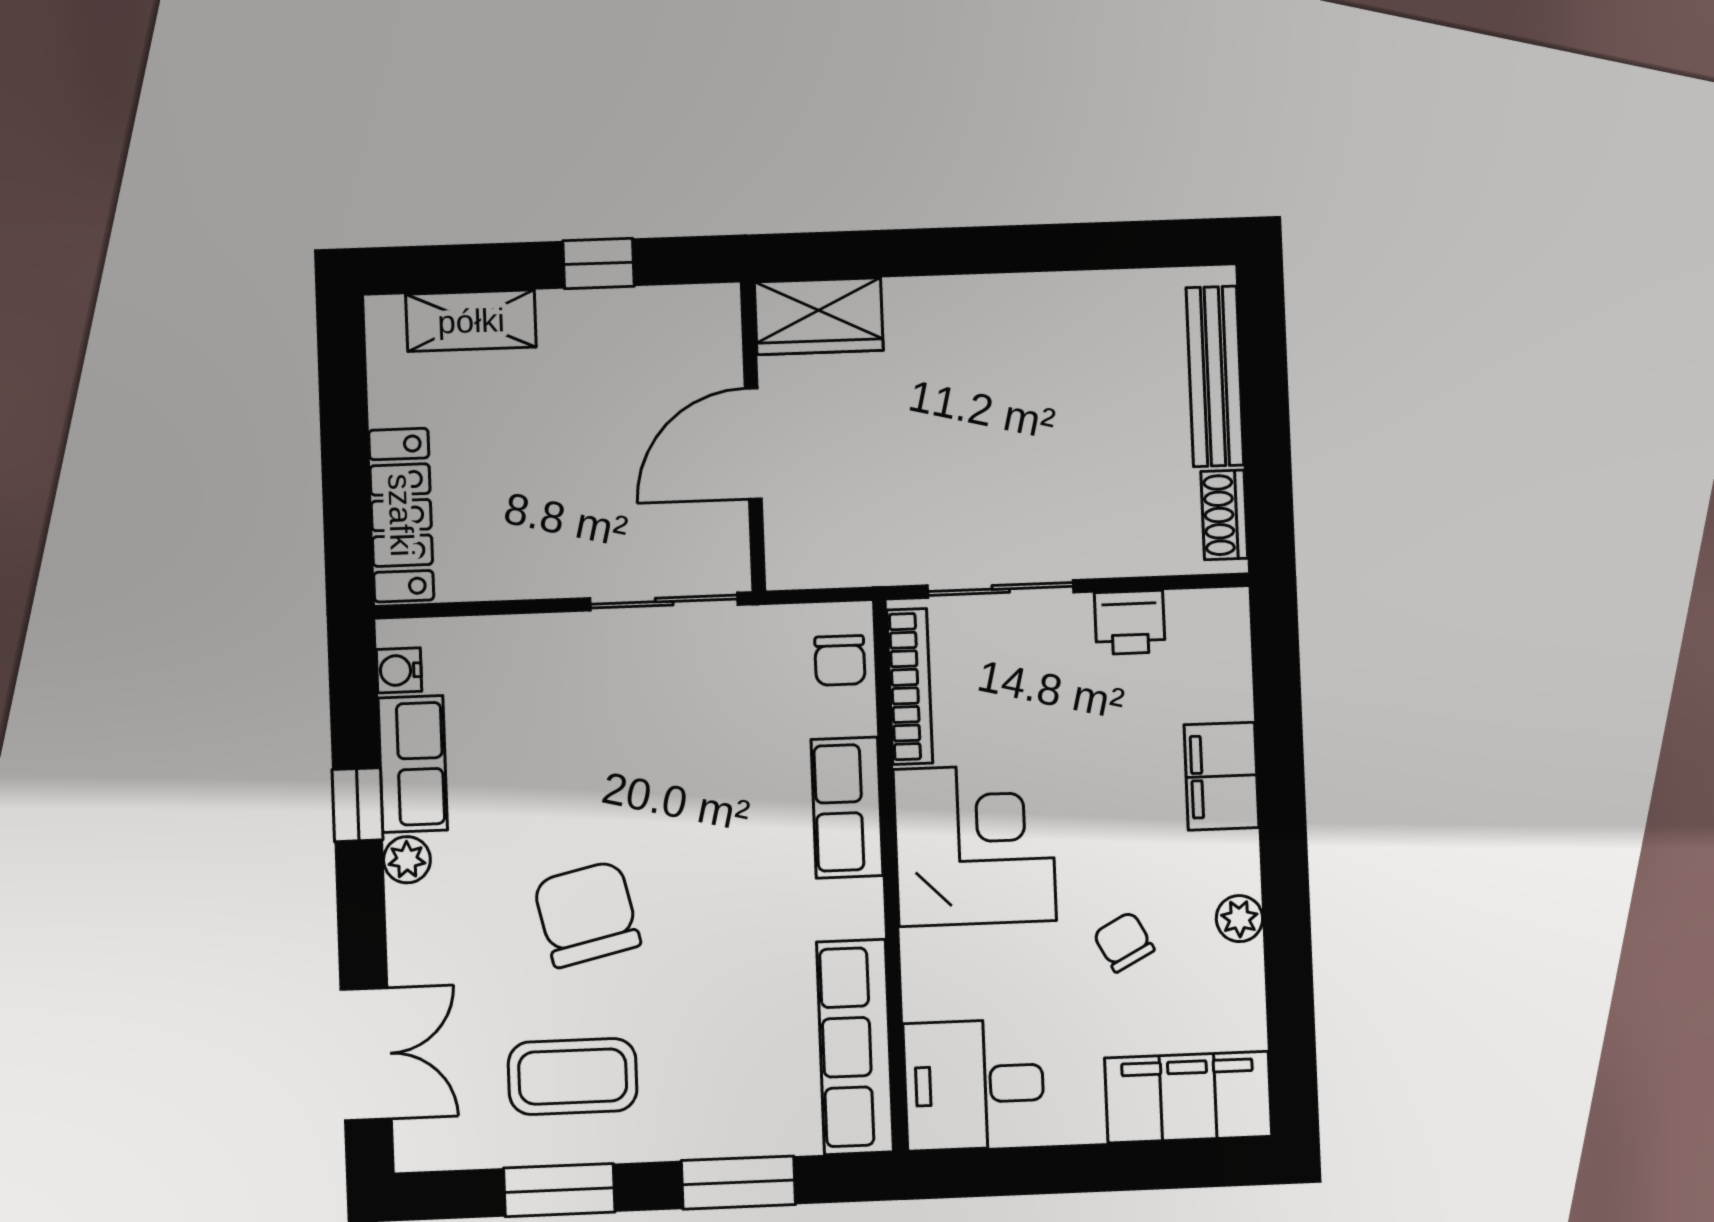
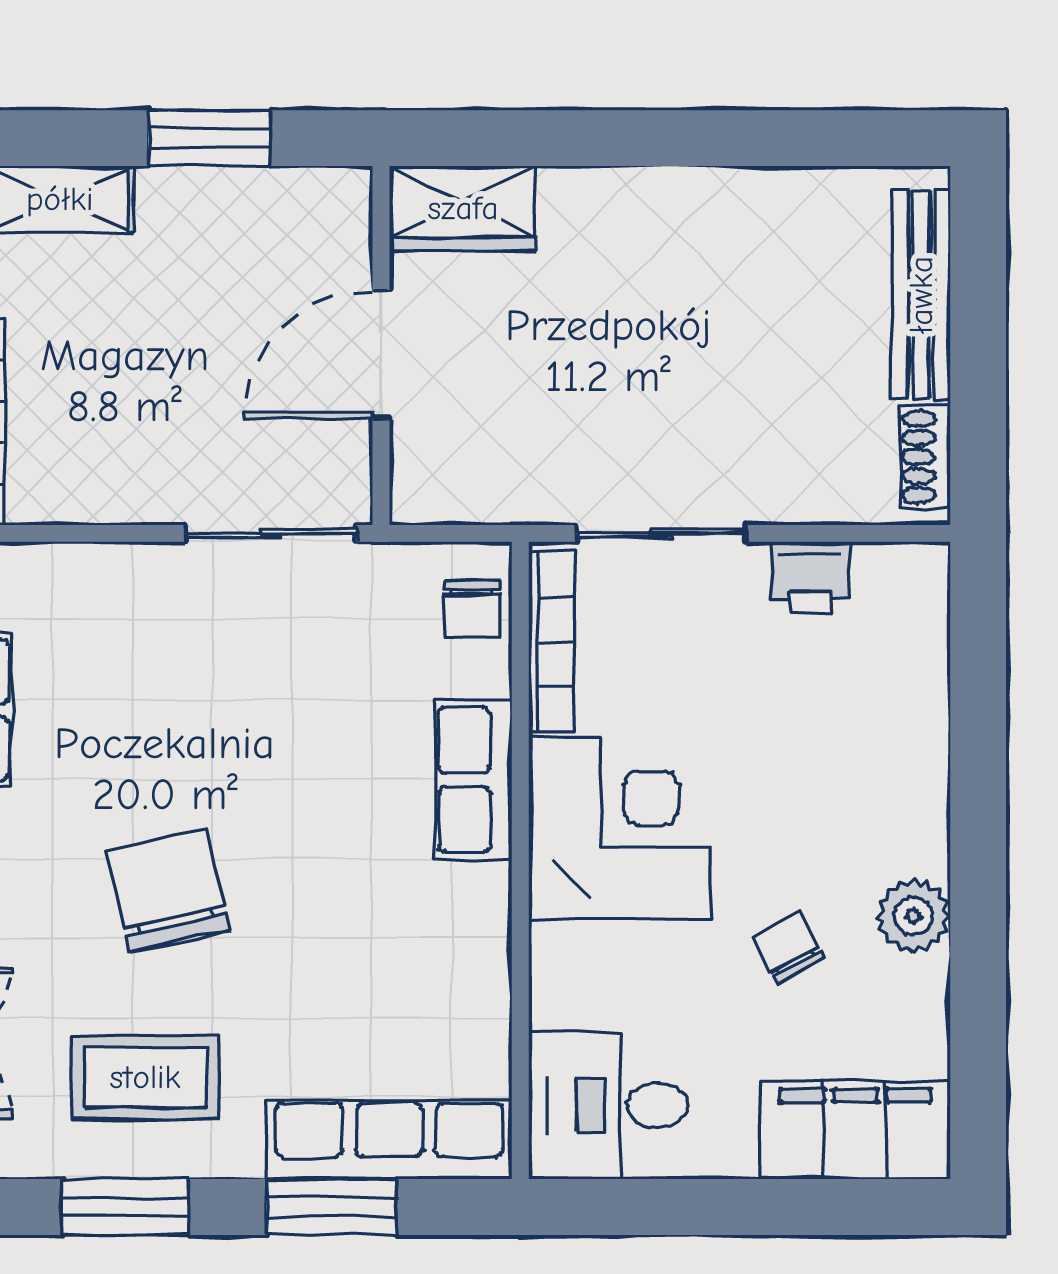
window: (599, 263) -> (210, 138), width x1.50
filing cabinet: (1221, 776) -> (909, 760), removed
plant: (1239, 919) -> (913, 916), width x1.38, depth x1.38
row of seats: (855, 1047) -> (389, 1139), moved, turned 90

